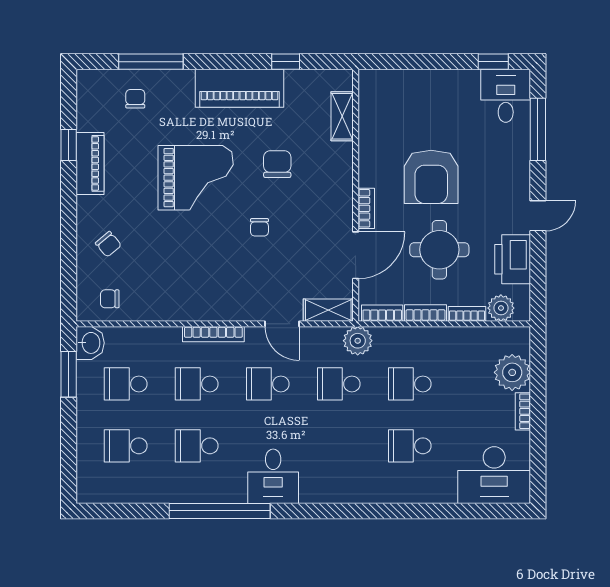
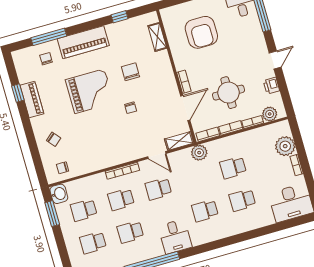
piano: (239, 88) -> (83, 42), moved
armchair: (431, 177) -> (201, 32), moved
printer: (513, 259) -> (271, 86), width x0.53, depth x0.68
school desk: (339, 384) -> (205, 211), moved

